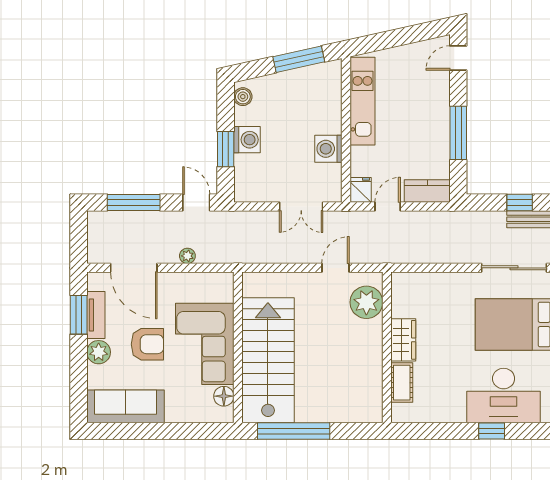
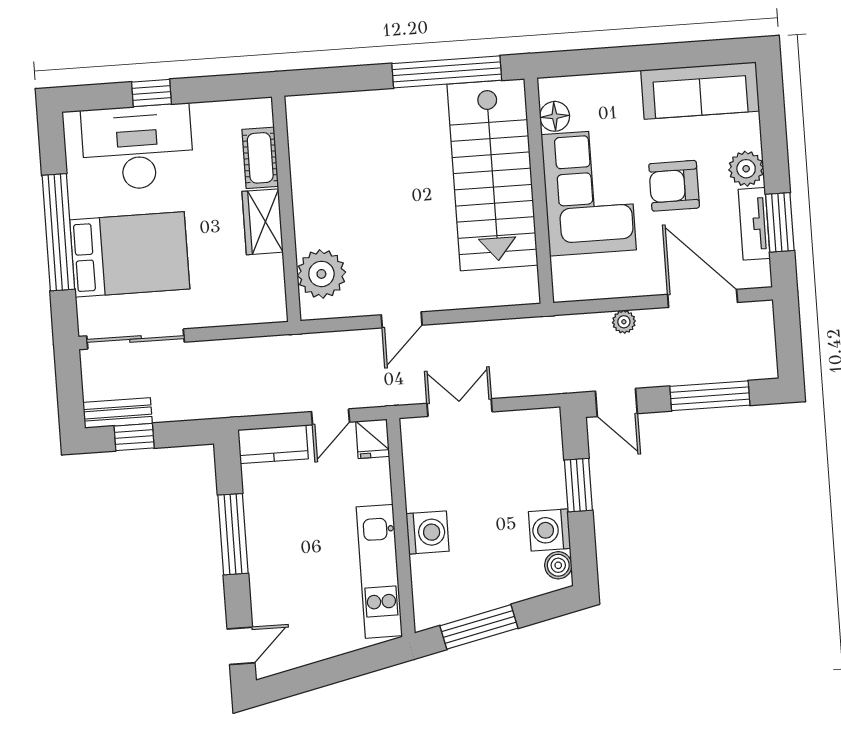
washing machine: (247, 140) -> (550, 530), moved
washing machine: (328, 149) -> (428, 532), moved
plant: (366, 302) -> (321, 274), moved
wardrobe: (403, 340) -> (263, 222), moved
wall: (387, 347) -> (286, 209), moved
cot: (402, 383) -> (260, 158), moved

